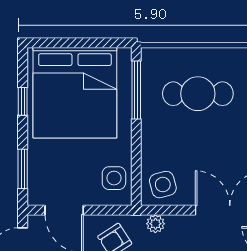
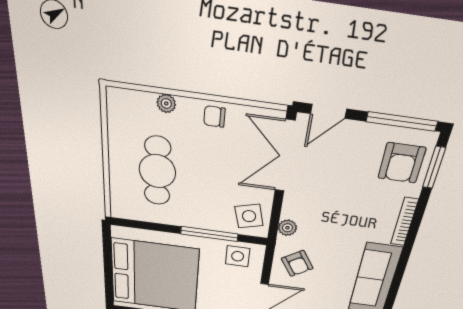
window: (136, 90) -> (209, 234), moved

